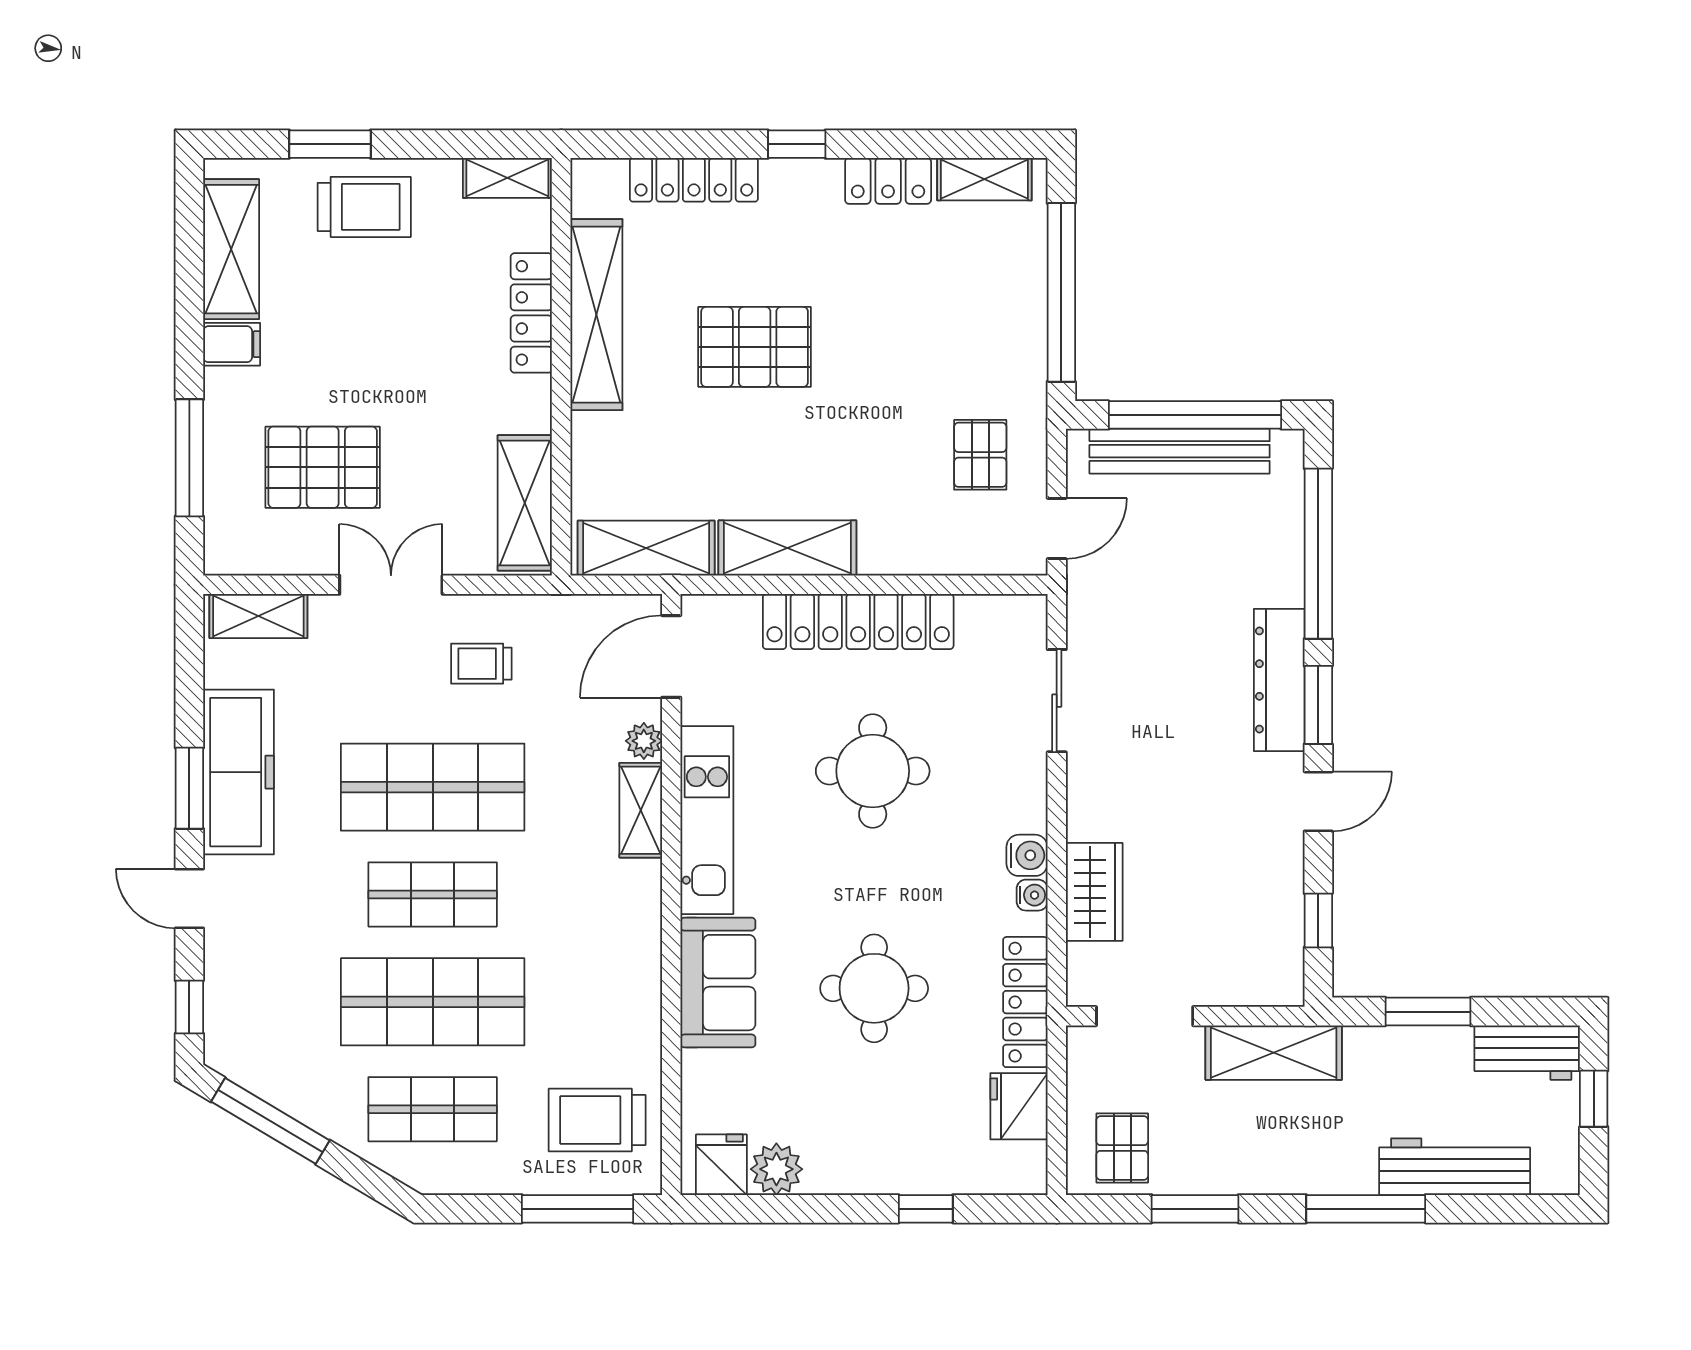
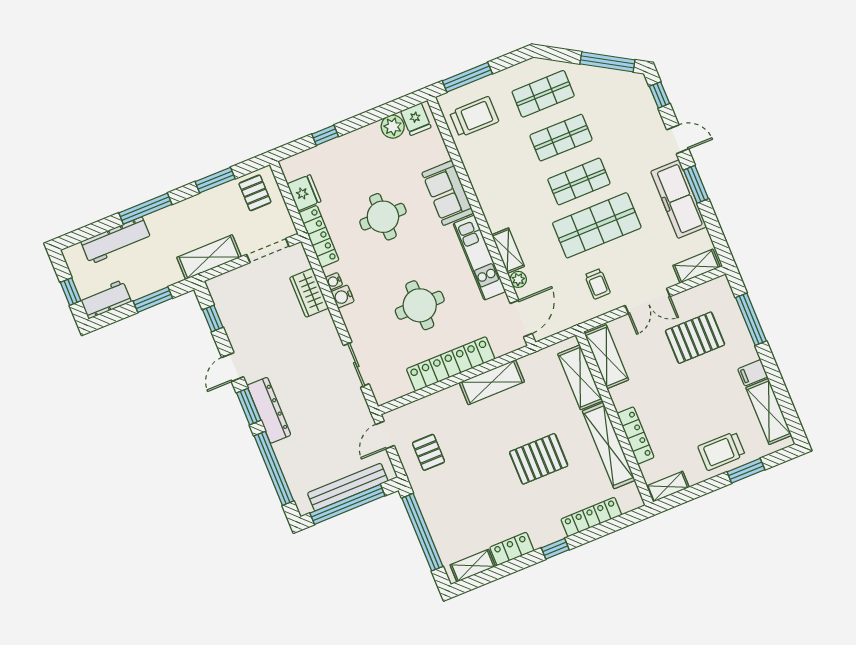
shelving: (646, 548) -> (580, 377), moved, turned 90
trolley: (481, 664) -> (597, 284), turned 90
shop shelf: (433, 1002) -> (561, 138), width x0.70, depth x0.74

